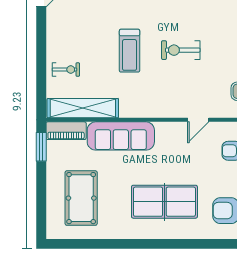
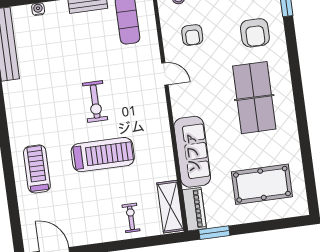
treadmill: (130, 51) -> (103, 155), width x1.37, depth x1.38
shelving: (83, 108) -> (170, 207), width x0.68

